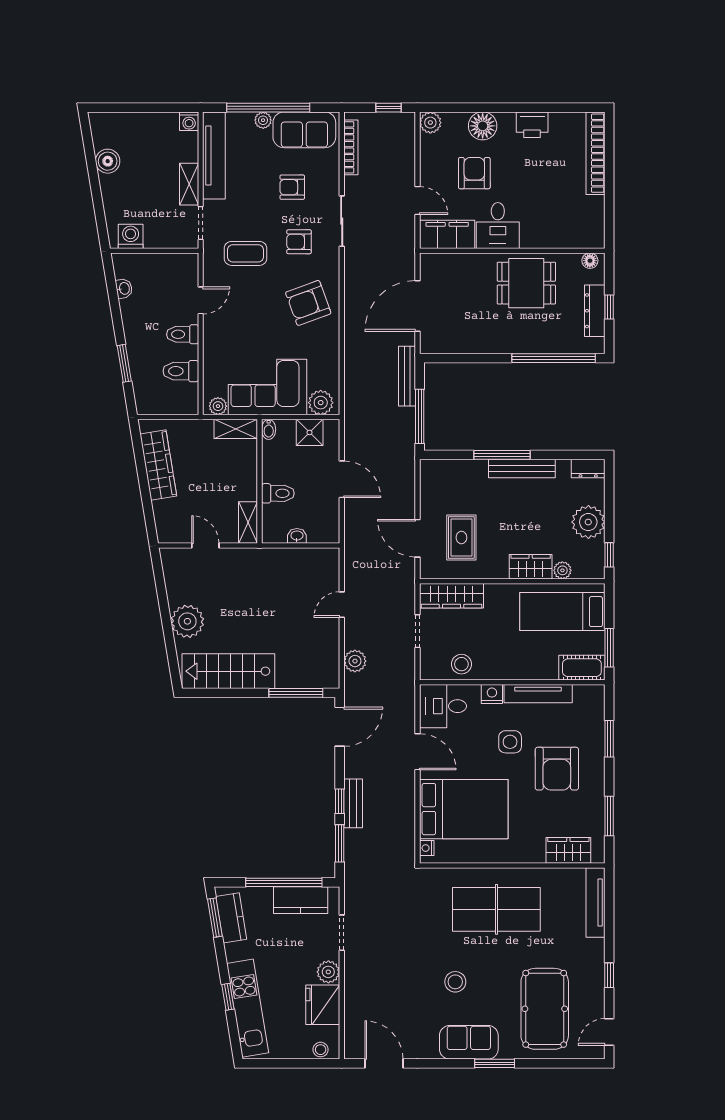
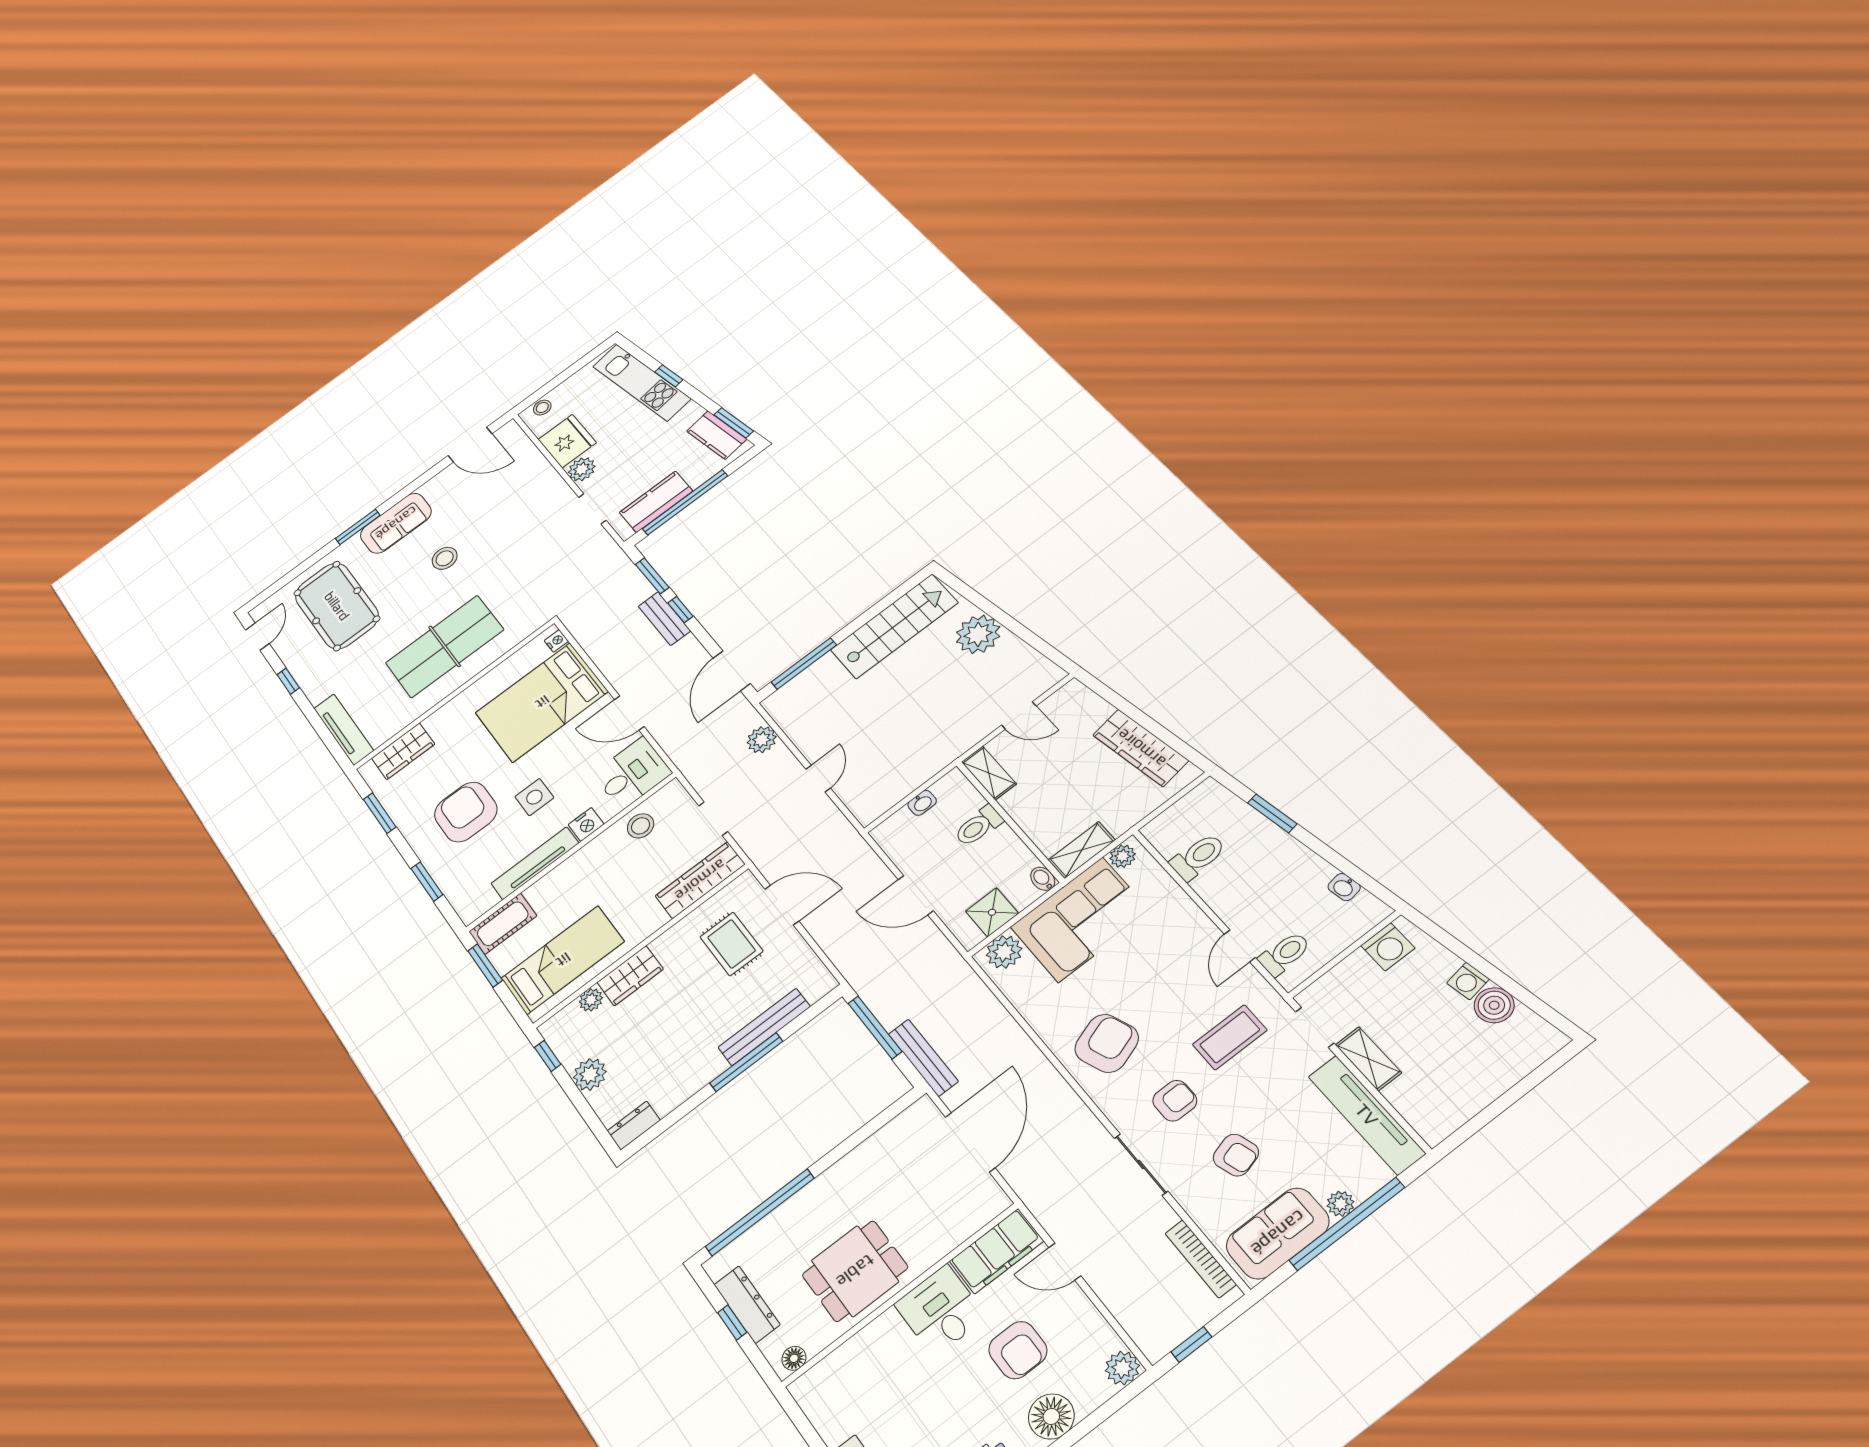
washing machine: (189, 121) -> (1468, 981), moved, turned -99
armchair: (292, 187) -> (1236, 1155), turned 73
toilet: (183, 334) -> (1285, 954), moved
bench: (522, 468) -> (764, 1027), moved
plant: (588, 522) -> (590, 1075), width x0.73, depth x0.73

